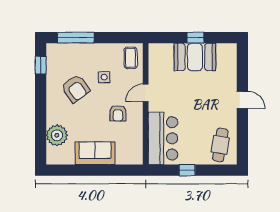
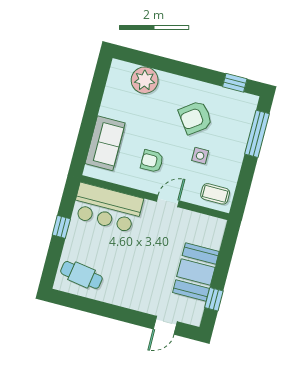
window: (195, 38) -> (214, 299), moved
door: (146, 93) -> (168, 201), hinge flipped
door: (242, 100) -> (165, 325), moved
sofa: (95, 153) -> (105, 143), moved

